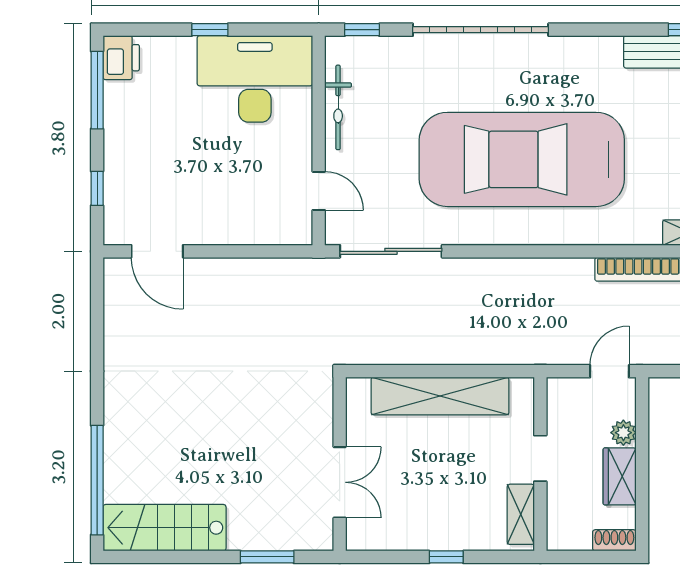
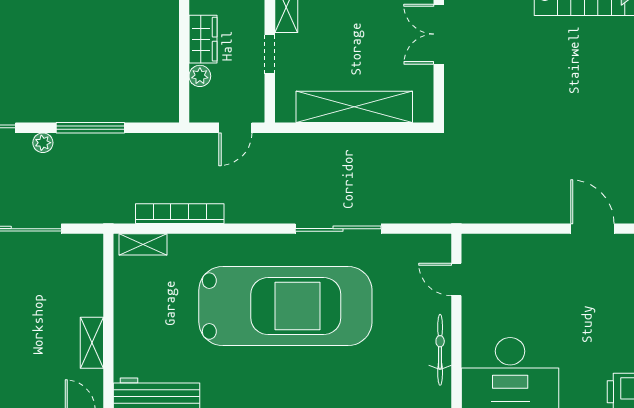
sliding door: (391, 251) -> (338, 229), moved
door: (609, 371) -> (235, 128), moved

